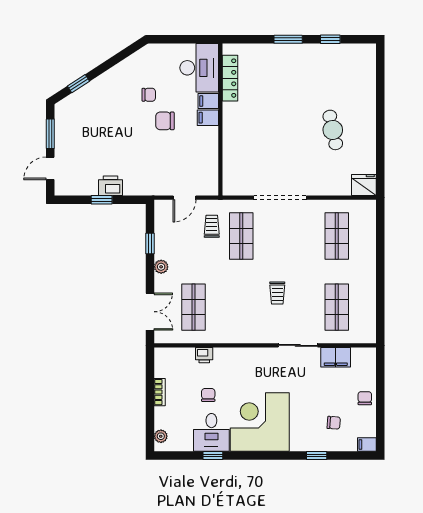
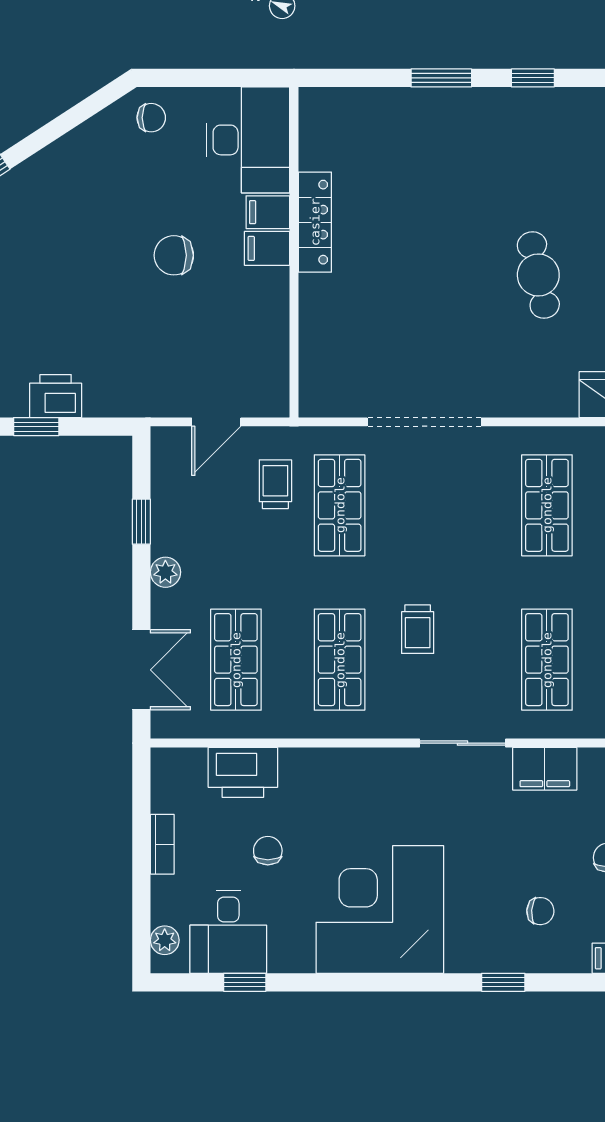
locker: (230, 78) -> (315, 222), moved
chair: (149, 95) -> (151, 118), moved
shop shelf: (241, 307) -> (340, 660), added
printer: (204, 355) -> (243, 772), width x1.87, depth x1.48
desk: (211, 432) -> (228, 932), moved
window: (213, 456) -> (245, 982), moved

